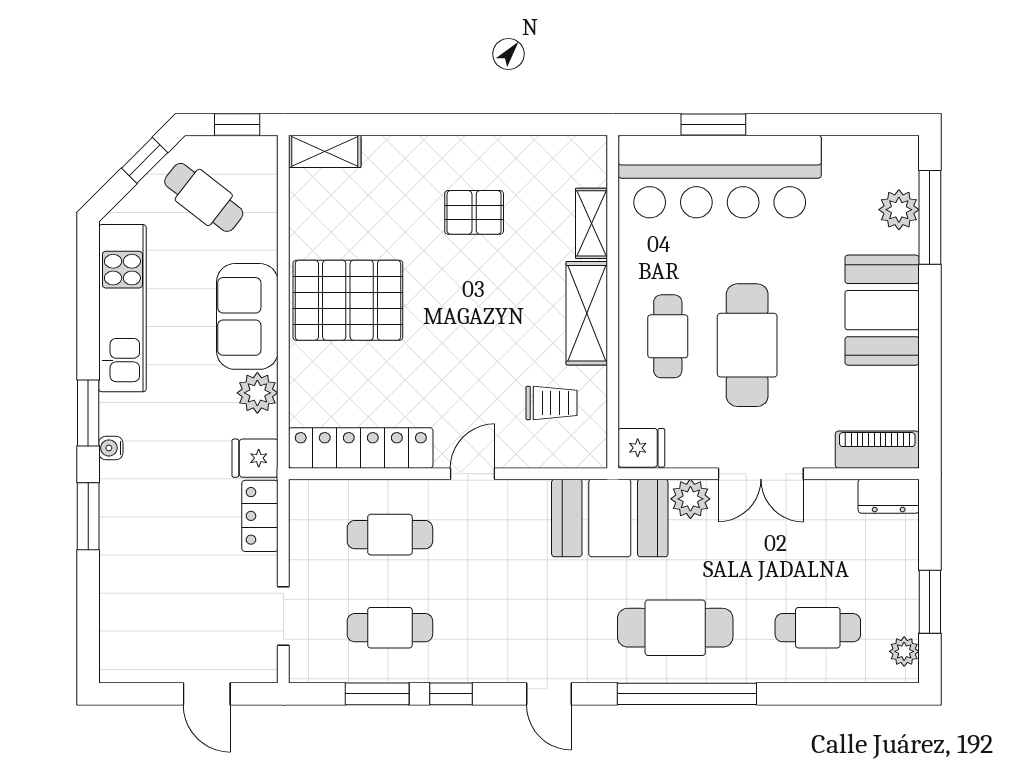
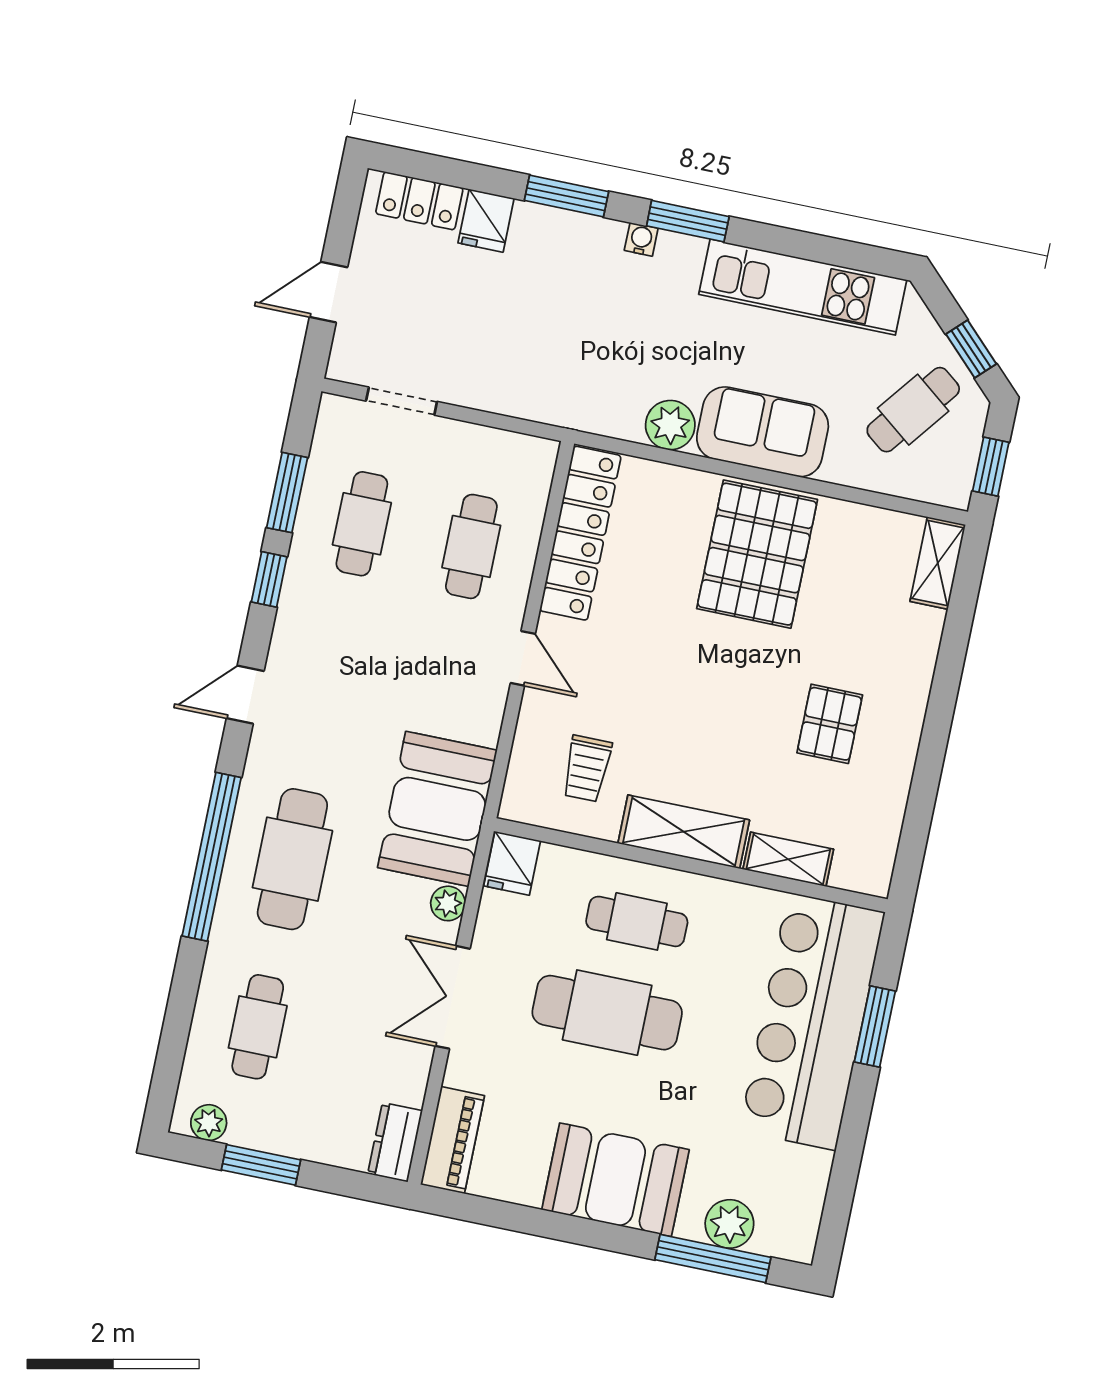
fridge: (255, 458) -> (486, 221), moved, turned 180
plant: (690, 499) -> (448, 903), width x0.73, depth x0.73
locker: (260, 516) -> (419, 201), moved, turned 180

